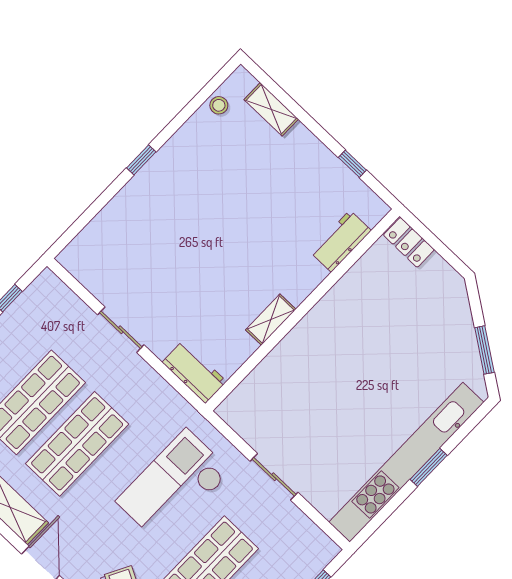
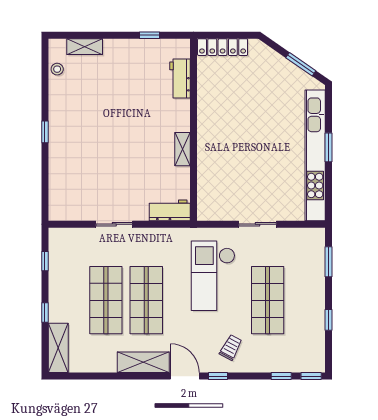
locker: (409, 242) -> (223, 47), width x1.53

